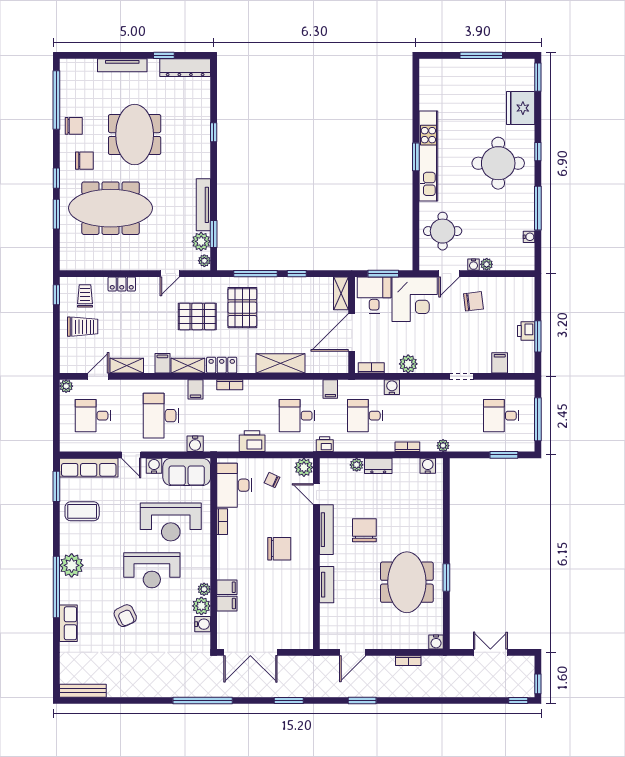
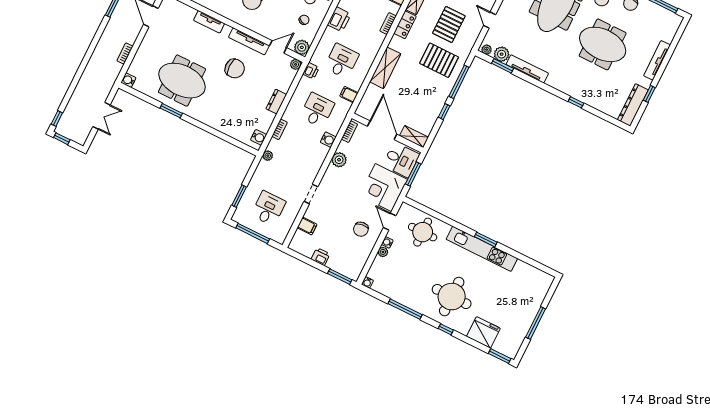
water cooler: (529, 237) -> (367, 282), moved
window: (538, 336) -> (340, 277), moved
plant: (357, 465) -> (296, 64), moved

